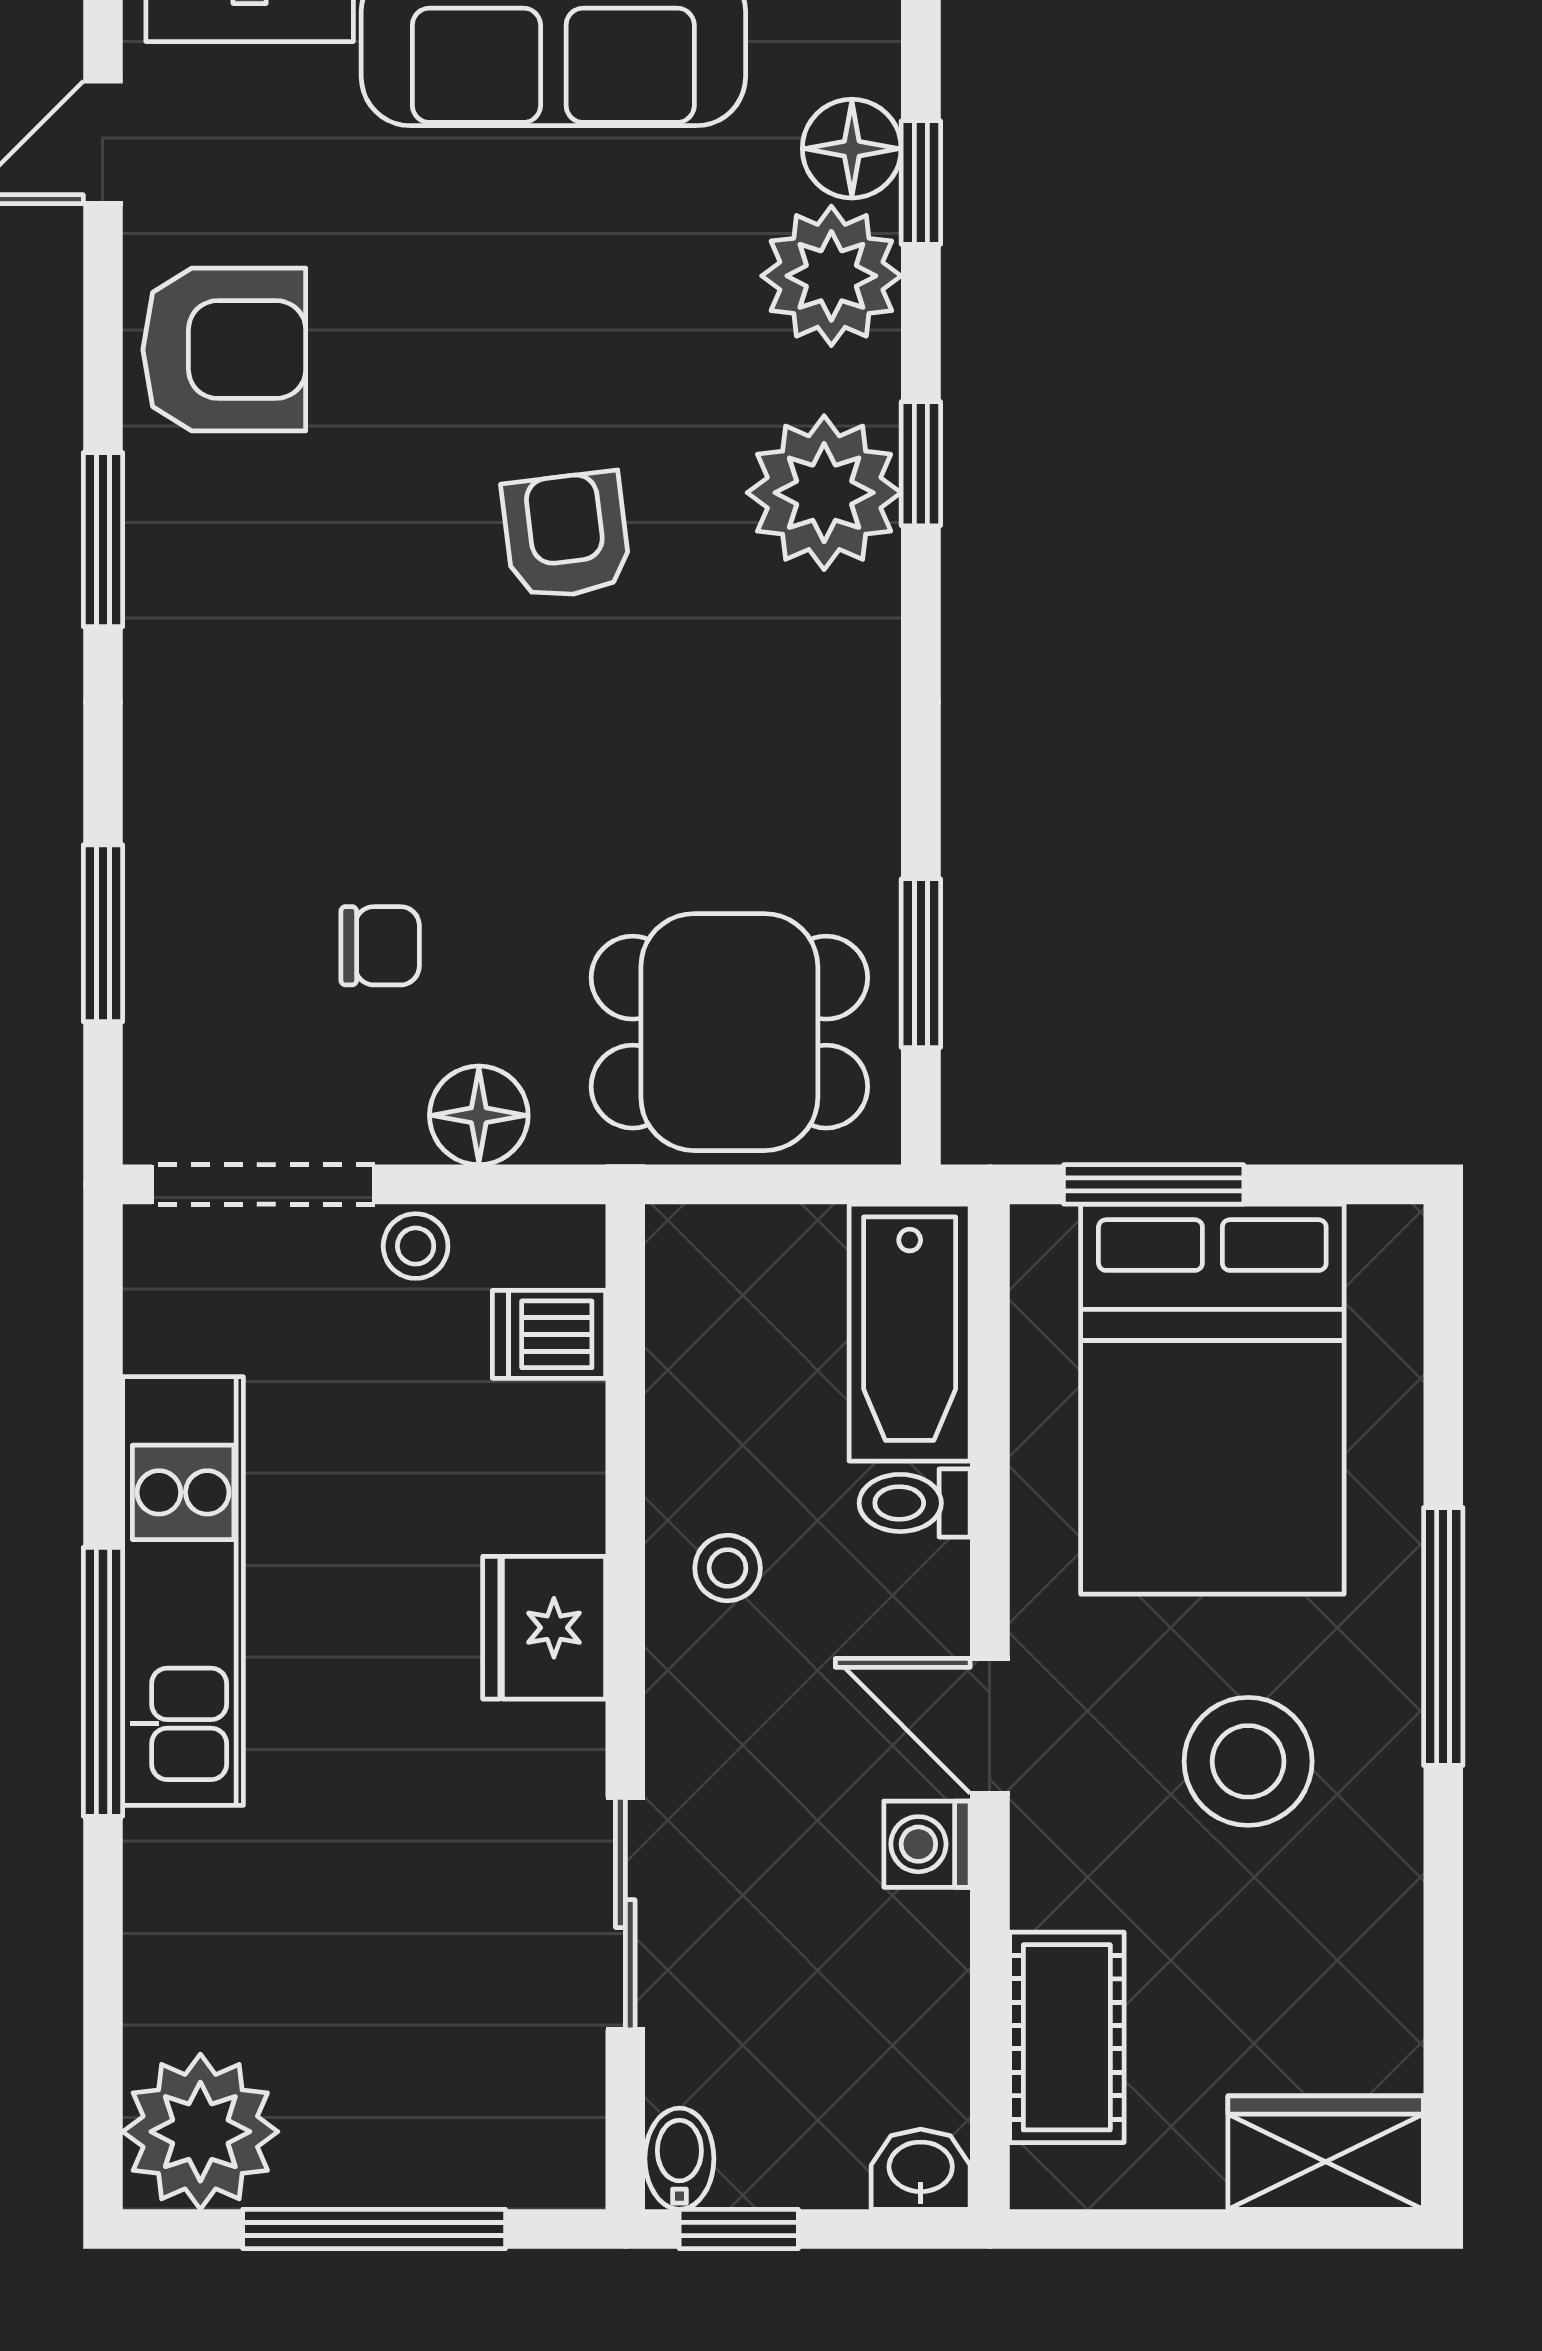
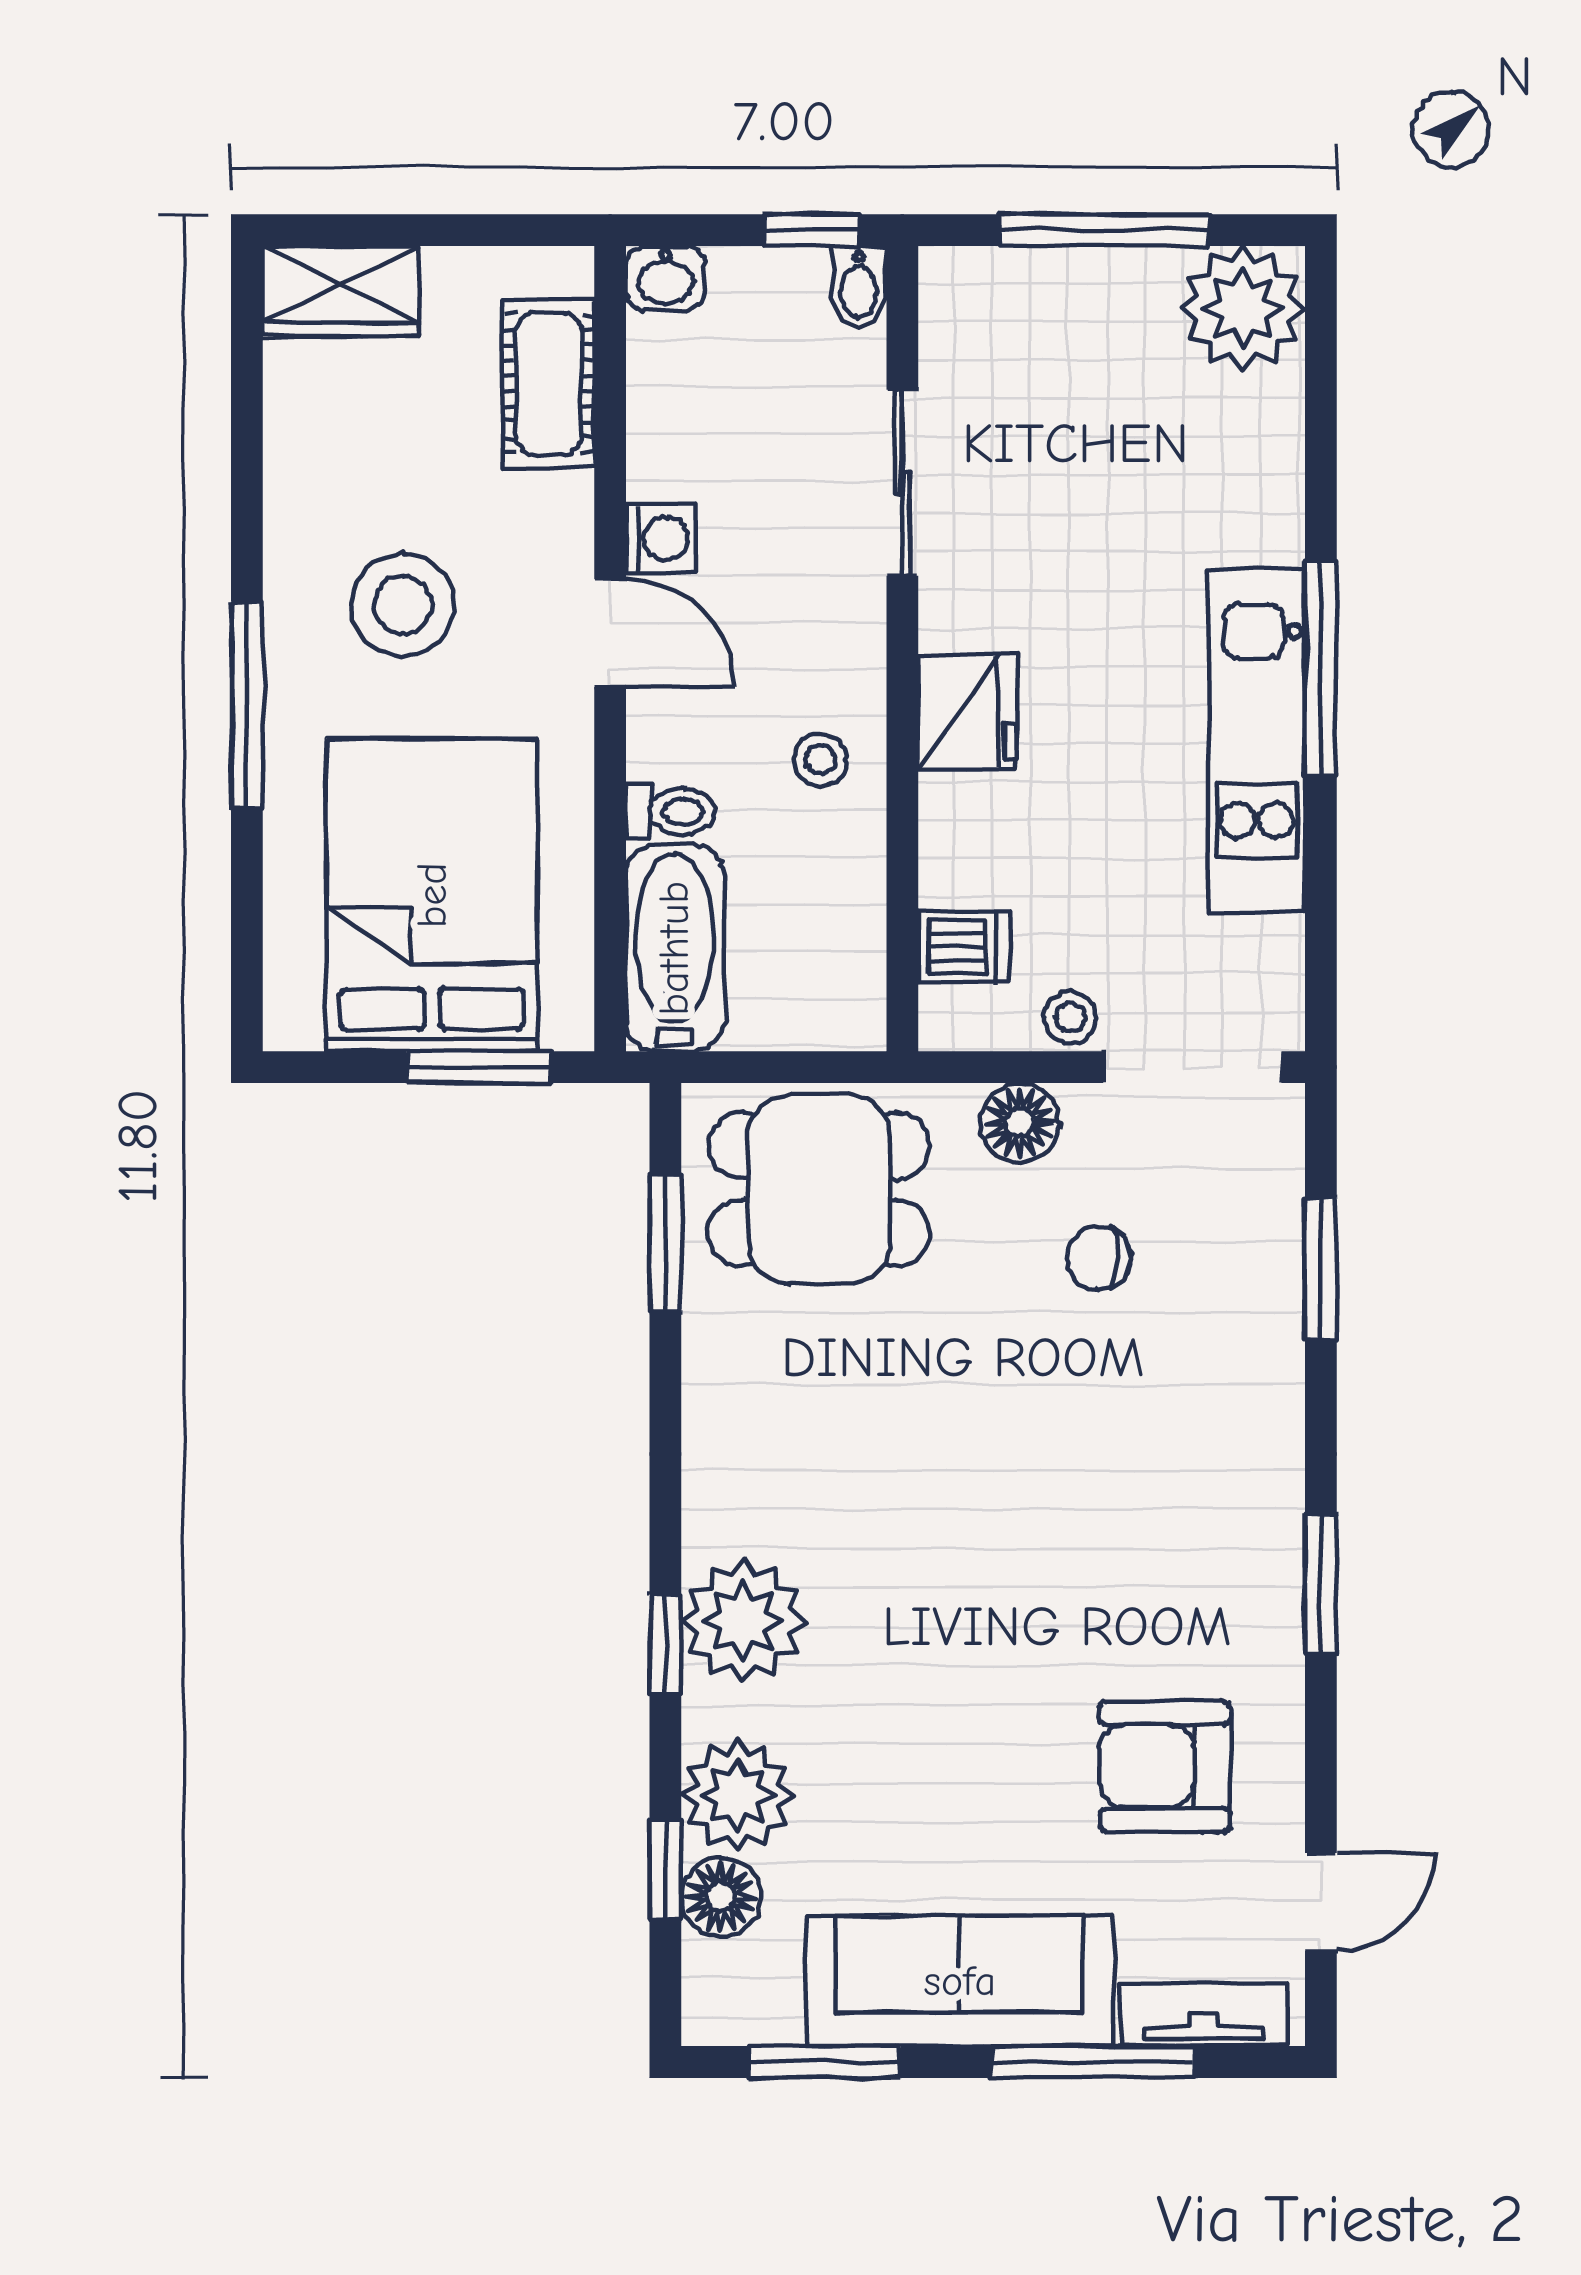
armchair: (224, 350) -> (1165, 1766), moved
armchair: (566, 536) -> (950, 1587), removed

